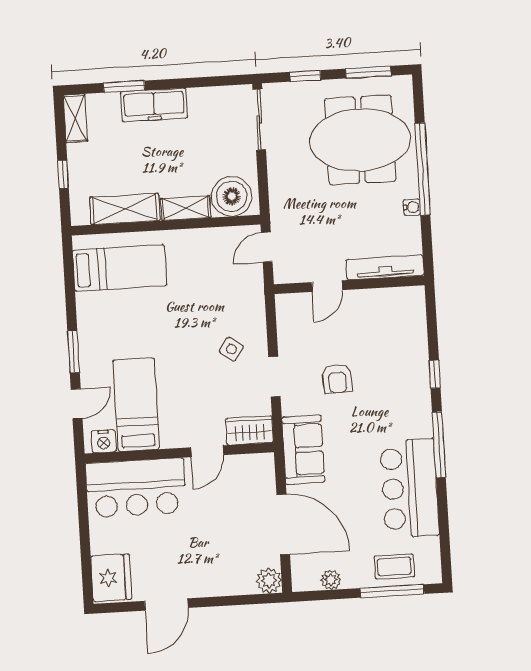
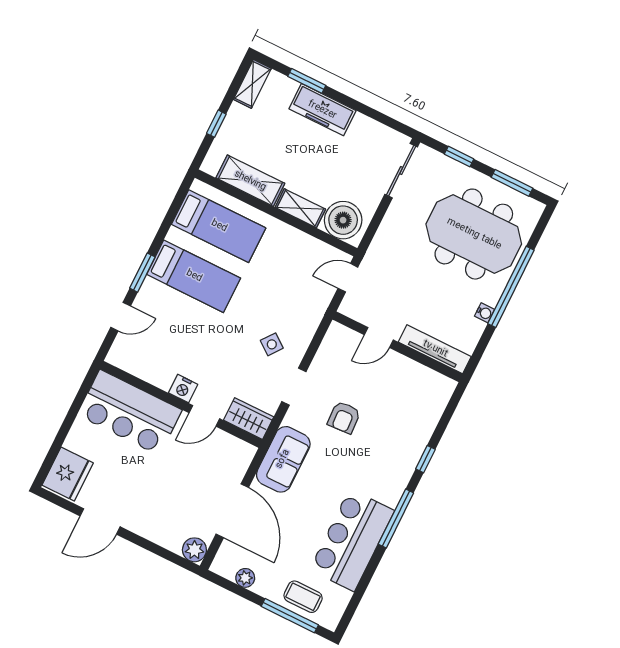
bed: (136, 405) -> (194, 276), moved, turned 90
nightstand: (104, 441) -> (183, 389), moved

